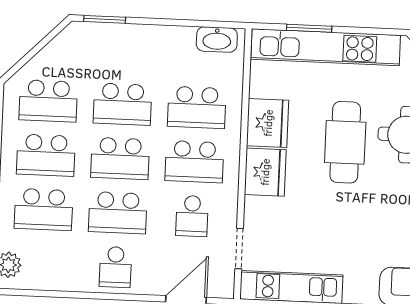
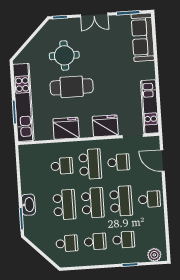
washbasin: (217, 39) -> (28, 205), moved
school desk: (48, 101) -> (67, 243), width x0.54
school desk: (197, 107) -> (62, 166), width x0.54
school desk: (46, 155) -> (95, 242), width x0.54
fridge: (265, 172) -> (105, 126), moved
school desk: (44, 210) -> (124, 240), width x0.54

